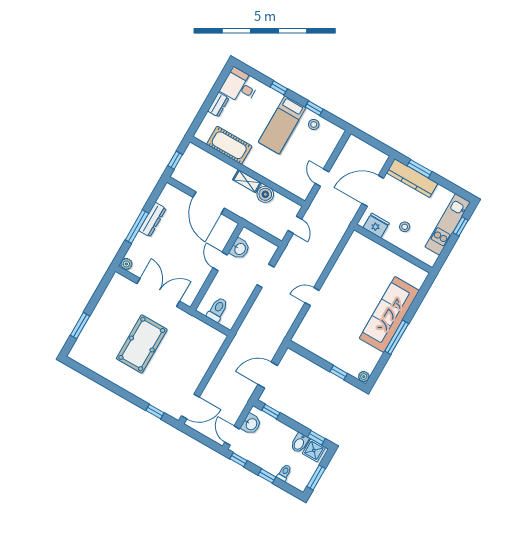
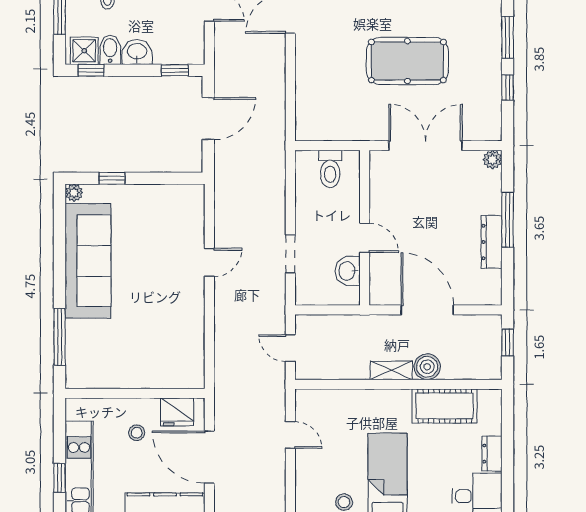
door: (373, 191) -> (209, 457), swing flipped
boiler: (265, 194) -> (427, 367), moved
double door: (158, 292) -> (426, 146), swing flipped
window: (96, 298) -> (508, 88), added
sofa: (389, 314) -> (88, 261), moved
window: (397, 337) -> (60, 337), moved
pool table: (142, 344) -> (407, 61), turned 90
washbasin: (251, 424) -> (137, 52), moved, turned 90

